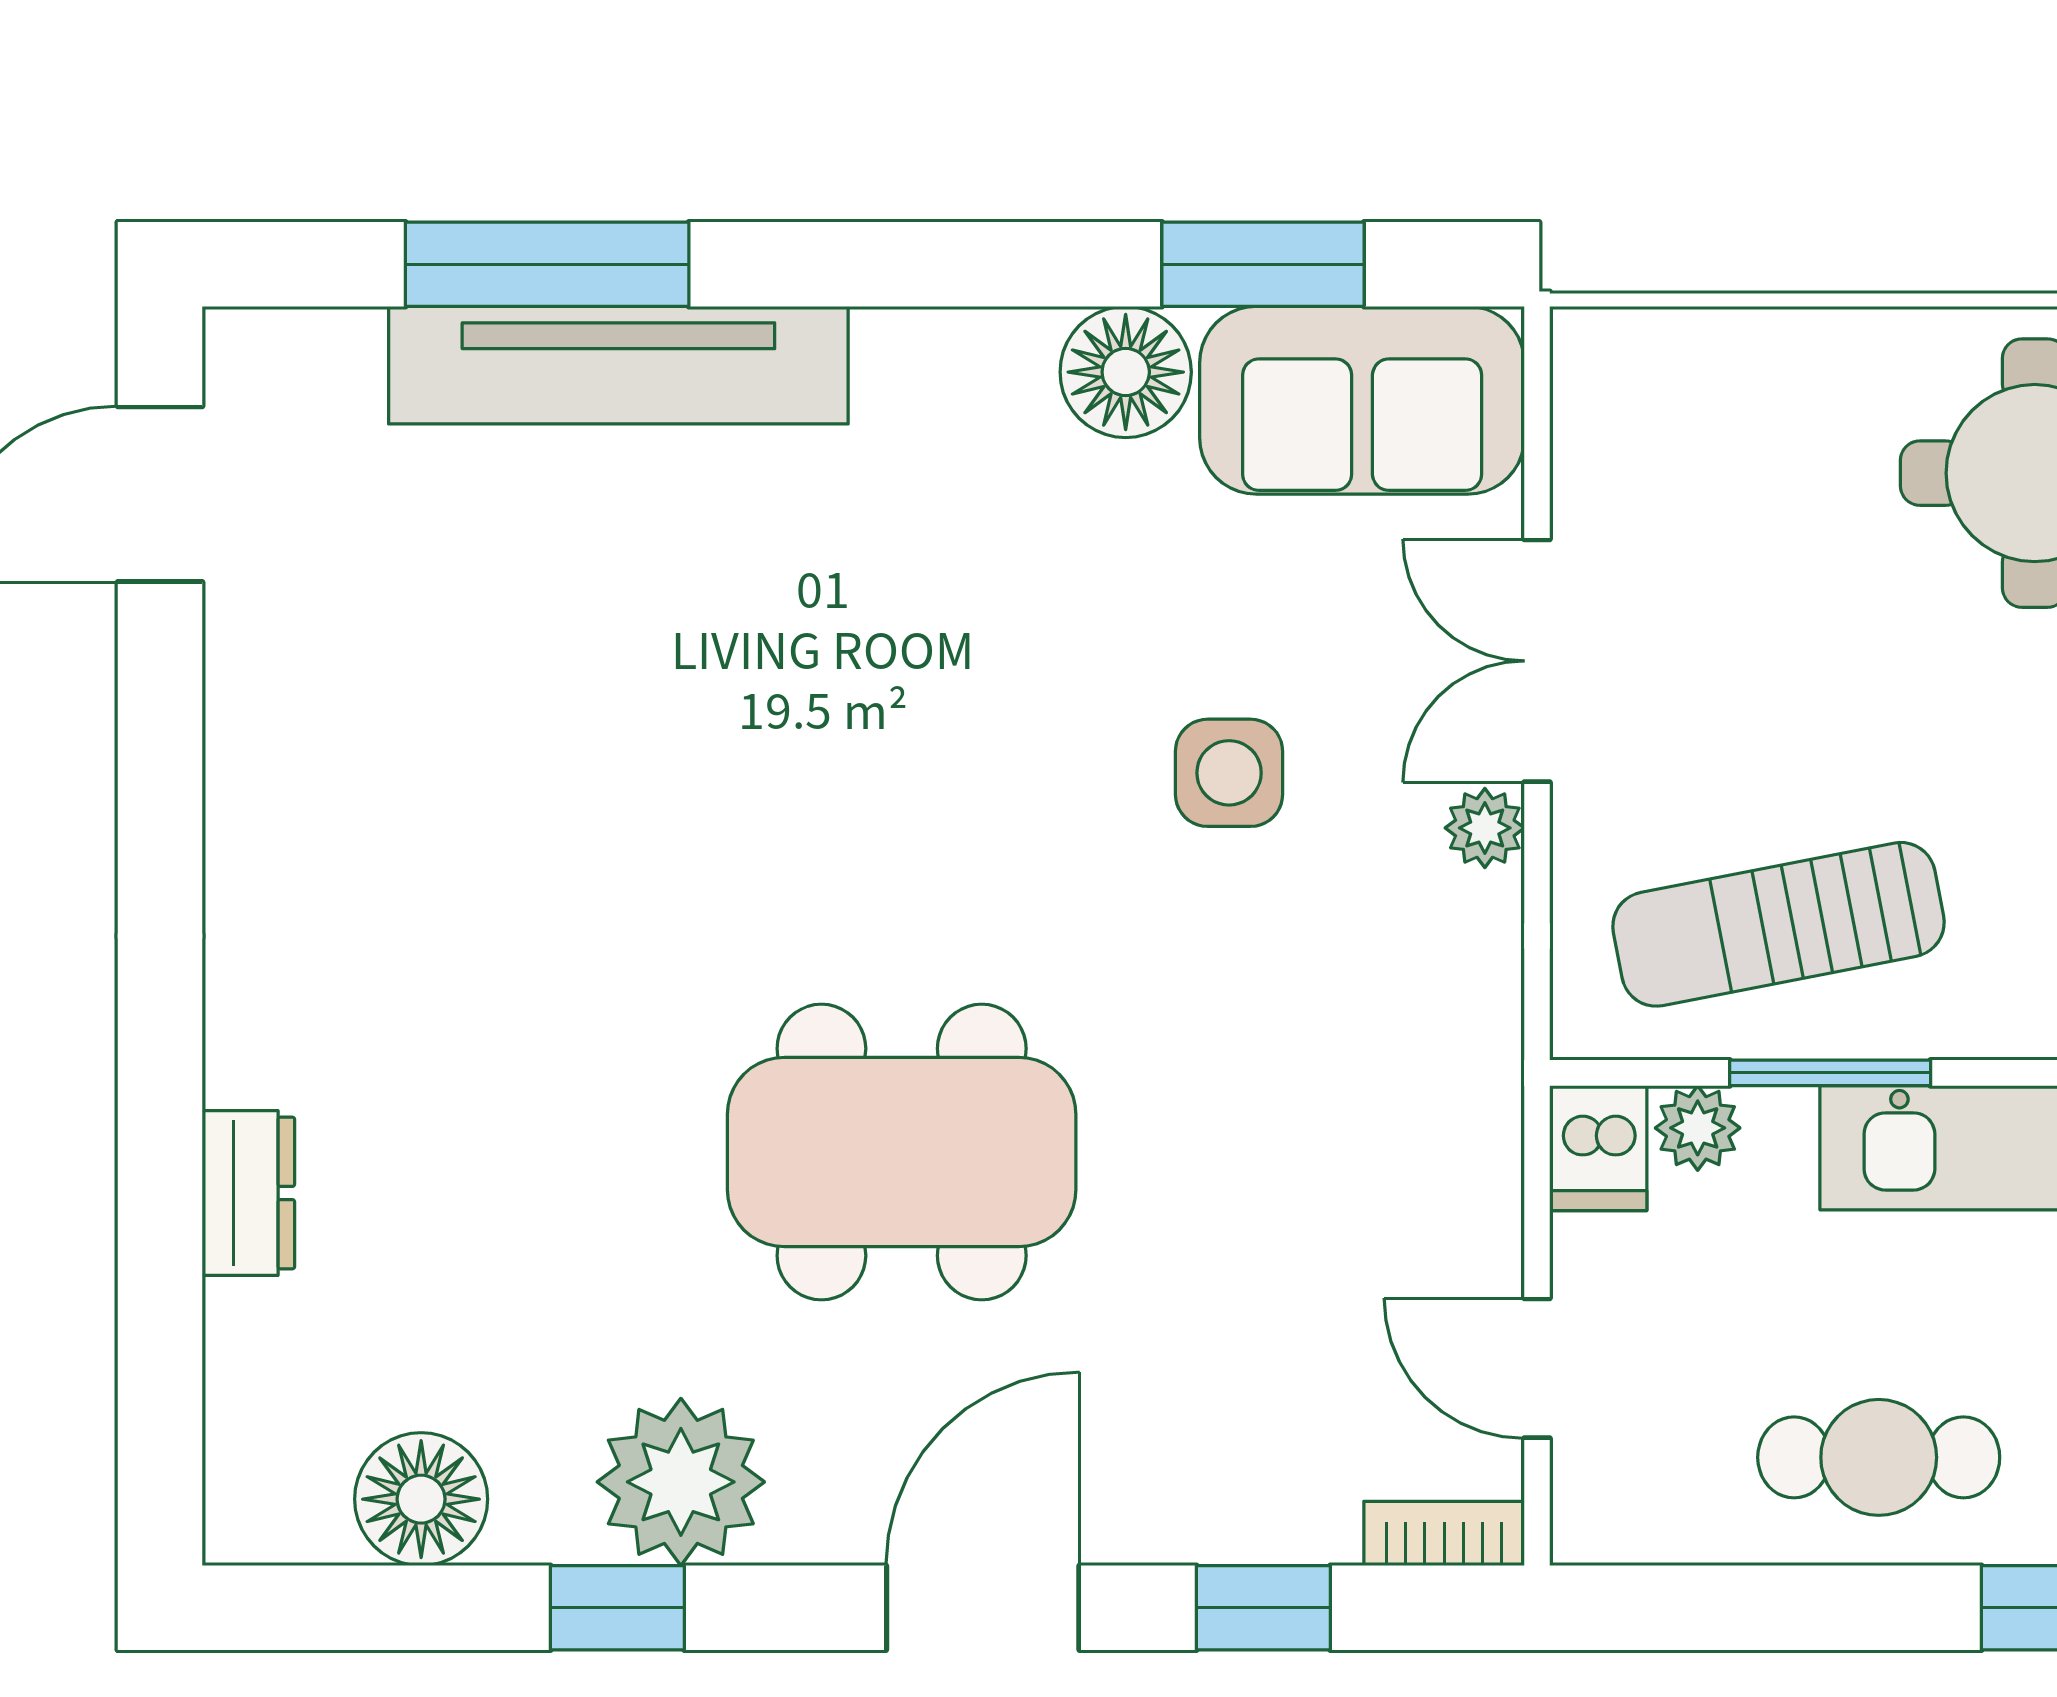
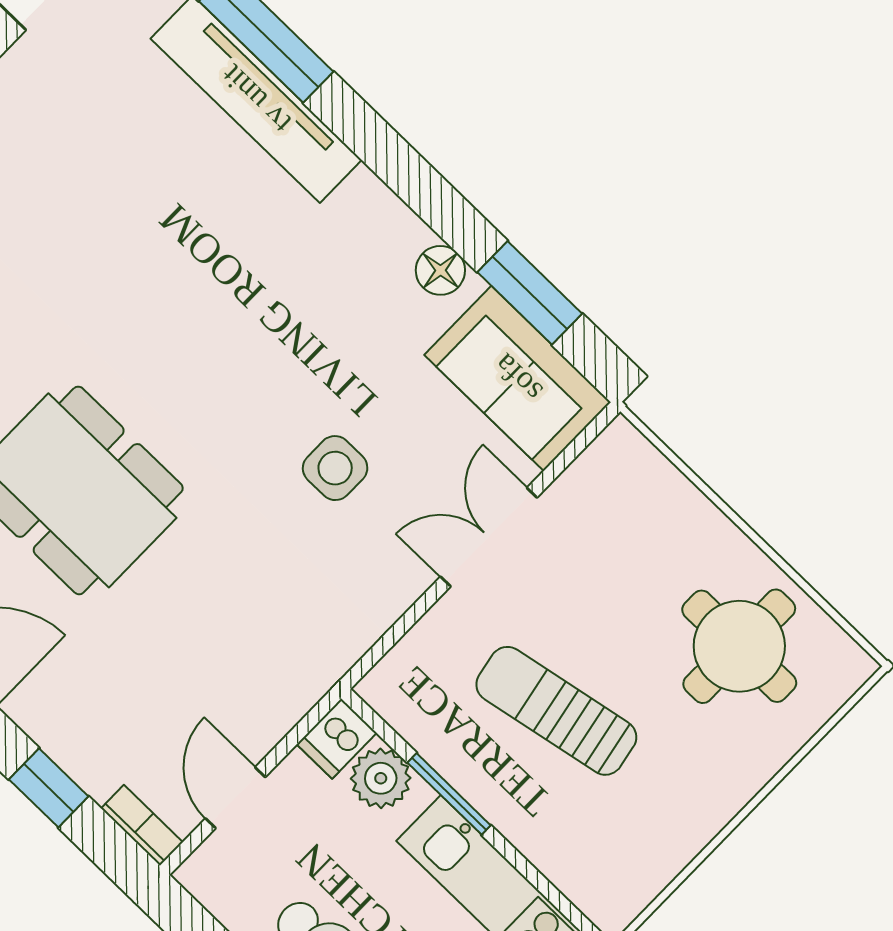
floor lamp: (1126, 372) -> (440, 270), width x0.73, depth x0.73
plant: (1485, 828) -> (410, 580), removed
sun lounger: (1778, 924) -> (556, 711), moved
plant: (1698, 1128) -> (381, 778), width x1.38, depth x1.38

